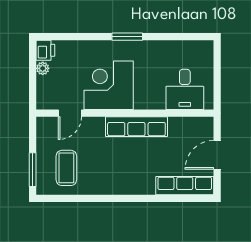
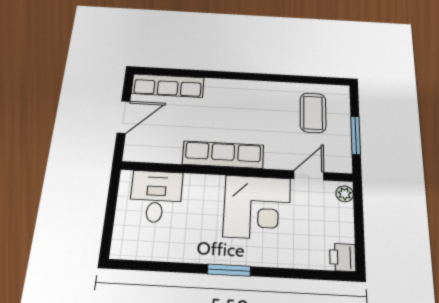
plant: (43, 68) -> (345, 194), moved
window: (33, 170) -> (356, 135), moved

